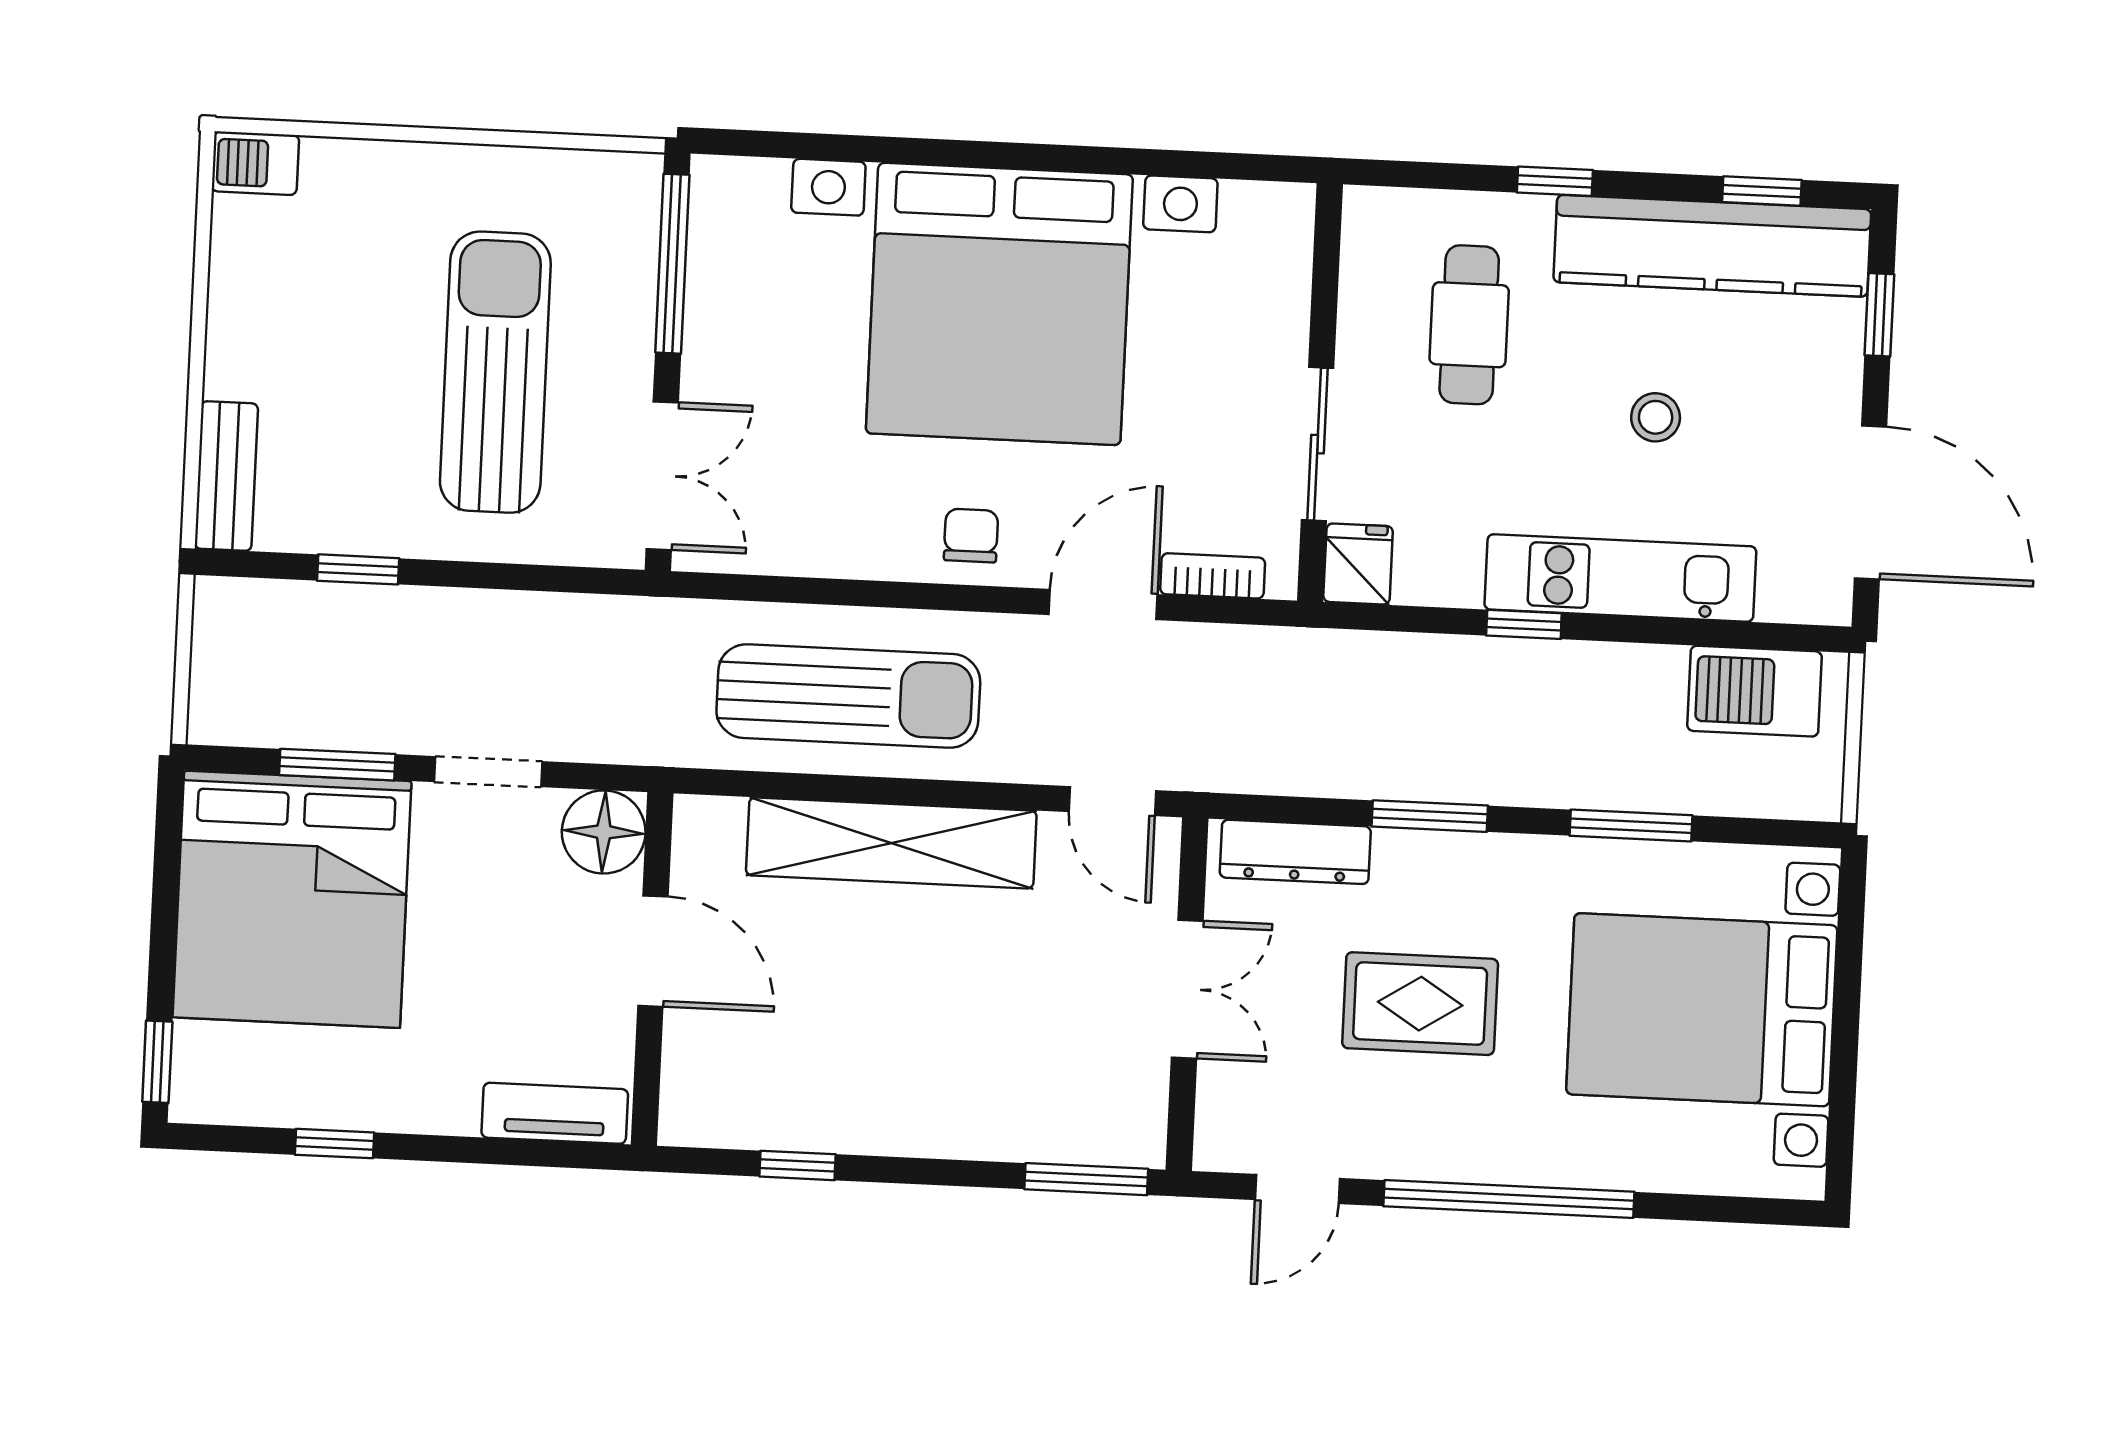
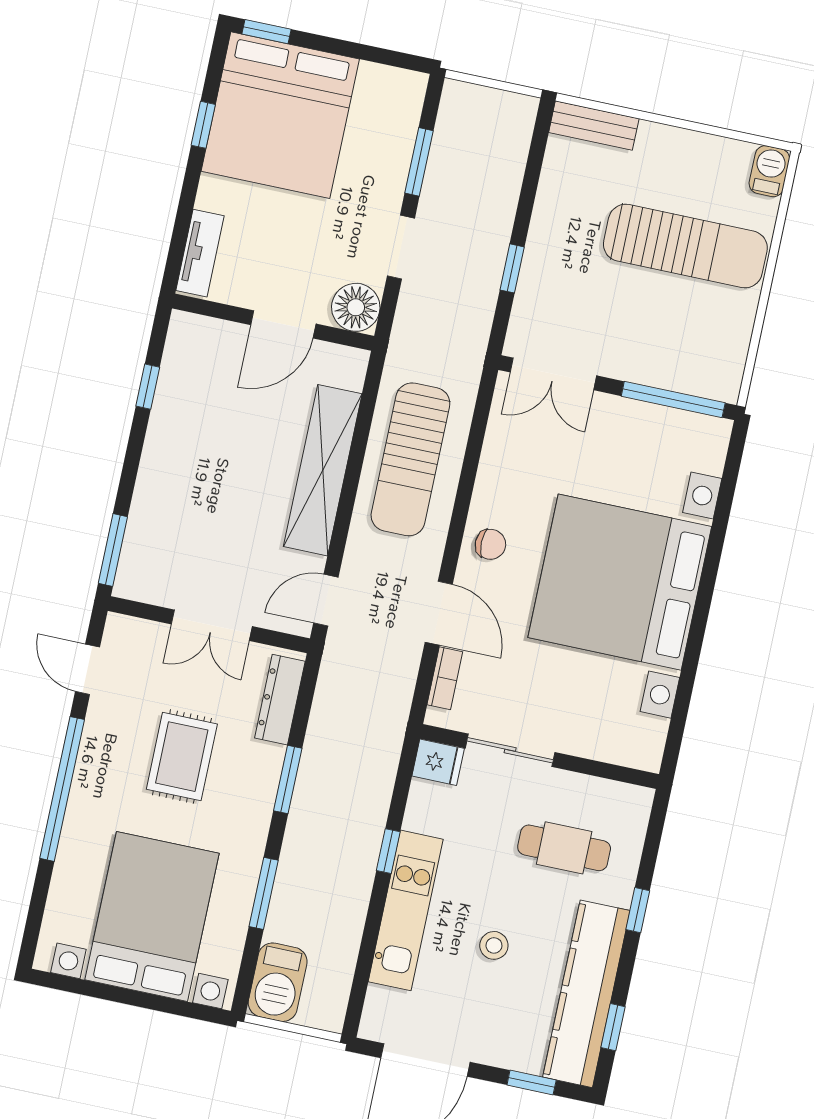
sun lounger: (495, 372) -> (685, 246), moved
window: (358, 569) -> (512, 268), moved
barbecue: (1754, 691) -> (278, 982), moved, turned 180
bed: (292, 899) -> (280, 115), moved, turned -90

